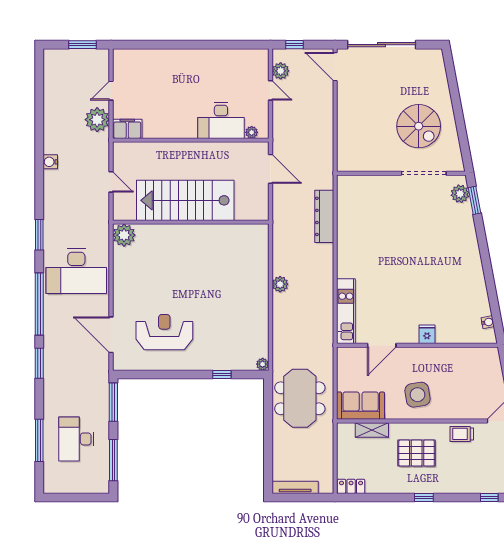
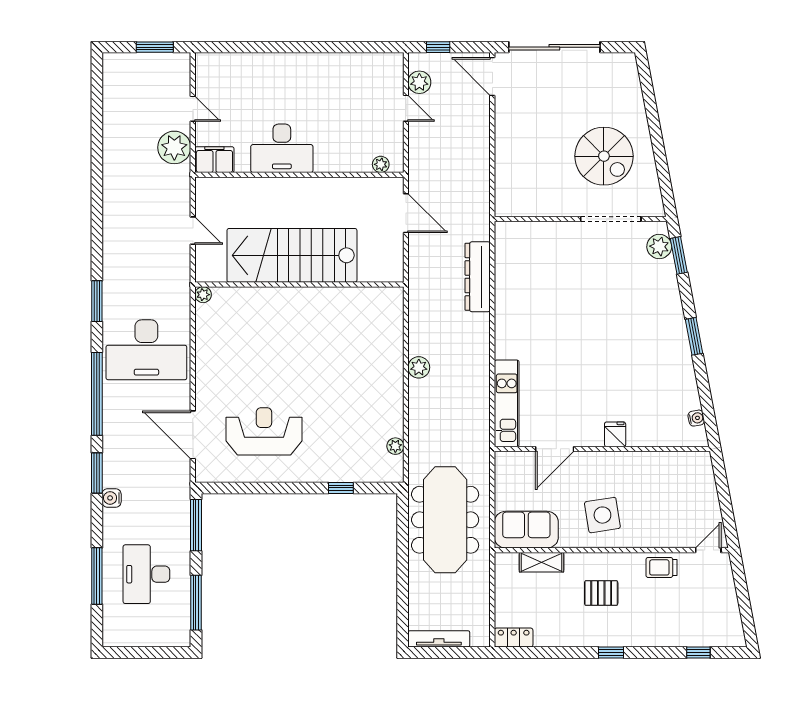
door: (111, 91) -> (193, 109), swing flipped
desk: (221, 120) -> (282, 148), moved
water cooler: (50, 162) -> (112, 498), moved
plant: (124, 235) -> (203, 295), width x0.53, depth x0.53
window: (486, 261) -> (694, 336), added
plant: (263, 364) -> (395, 446), moved
meeting table: (300, 398) -> (445, 520), width x1.36
pallet: (417, 453) -> (601, 593), width x0.67, depth x0.71

